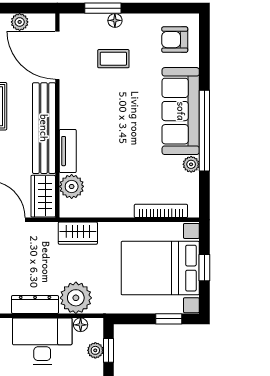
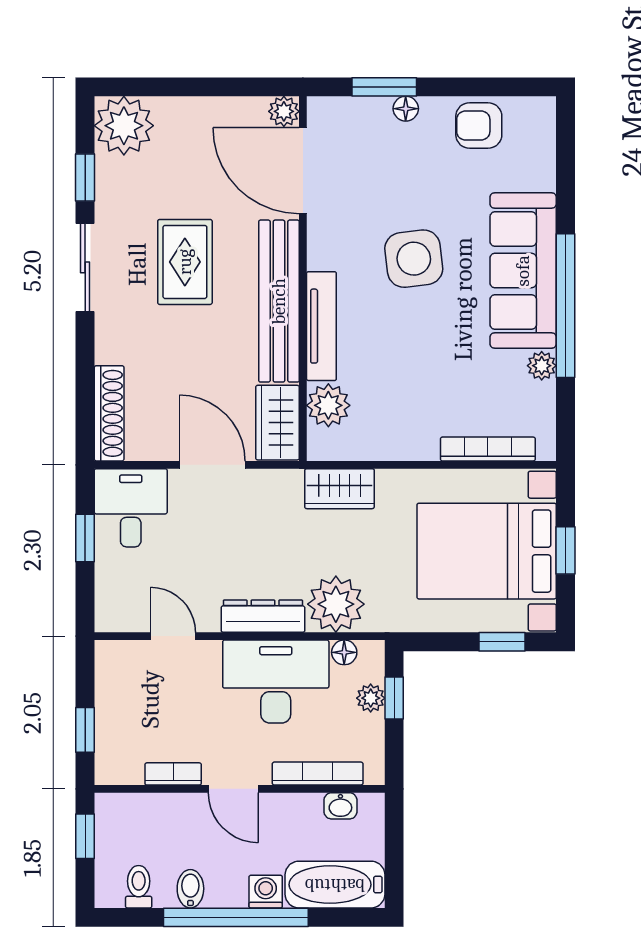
plant: (20, 22) -> (284, 111), moved
armchair: (175, 40) -> (479, 125), moved
coffee table: (113, 59) -> (403, 177), removed
side table: (119, 104) -> (414, 259), added
tv unit: (68, 151) -> (321, 326), width x1.41

